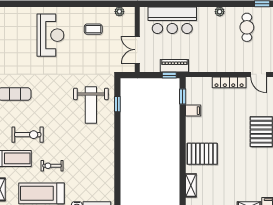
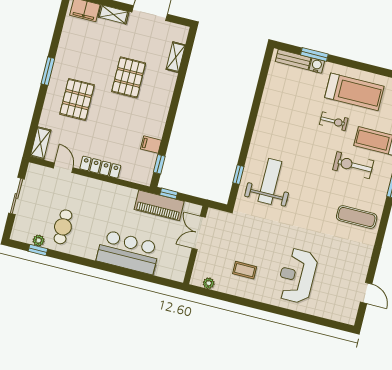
plant: (220, 12) -> (39, 240), moved
bar counter: (172, 20) -> (128, 252), moved
double door: (137, 50) -> (199, 233), swing flipped
piano: (174, 66) -> (159, 205), width x1.37, depth x1.33
pallet: (202, 154) -> (129, 77), moved, turned 90

